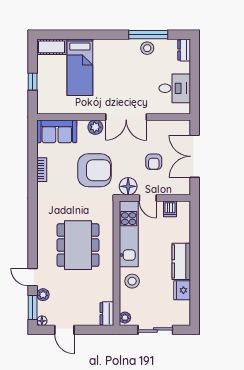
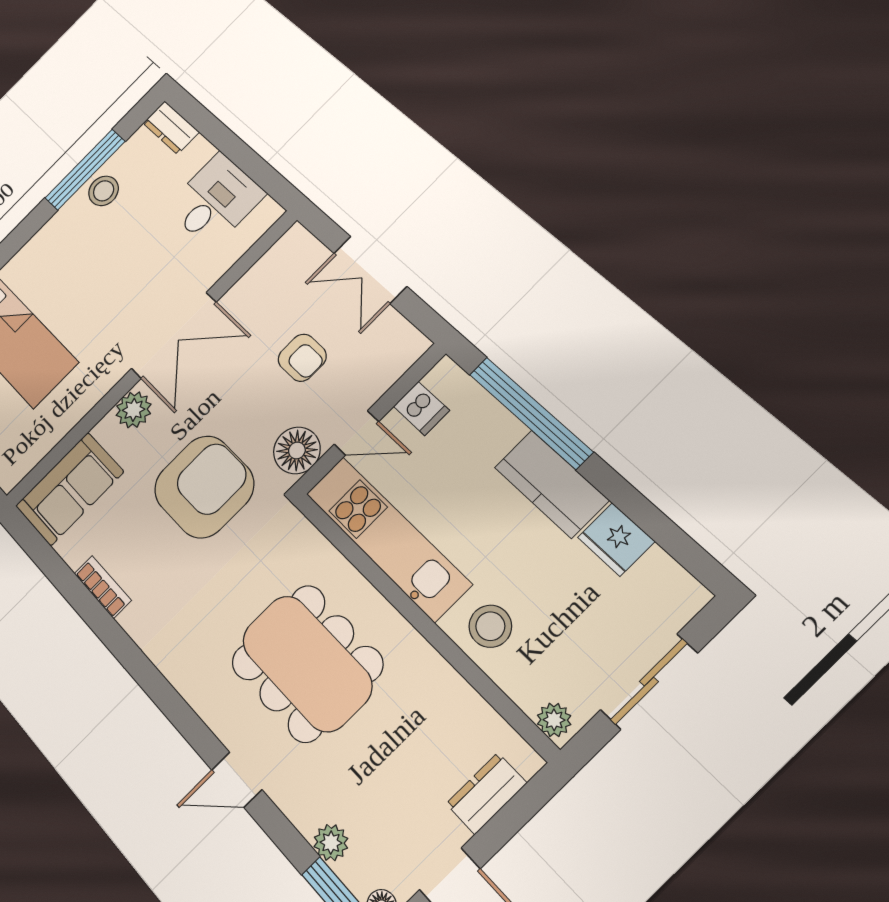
double door: (195, 156) -> (370, 270), width x0.73
window: (195, 238) -> (530, 413), added
door: (33, 277) -> (237, 780), moved
dresser: (107, 314) -> (486, 793), moved, turned 90

